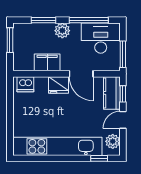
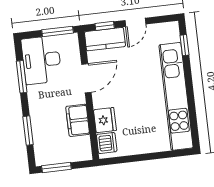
window: (89, 20) -> (22, 77), width x0.69
plant: (62, 31) -> (38, 107), removed
fridge: (59, 85) -> (105, 120), moved
door: (123, 120) -> (135, 22), hinge flipped
plant: (113, 141) -> (162, 31), removed

